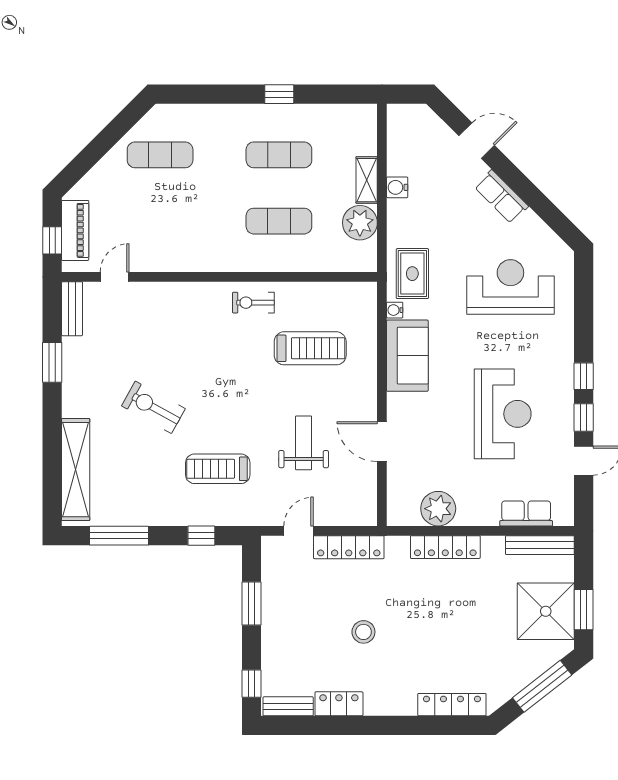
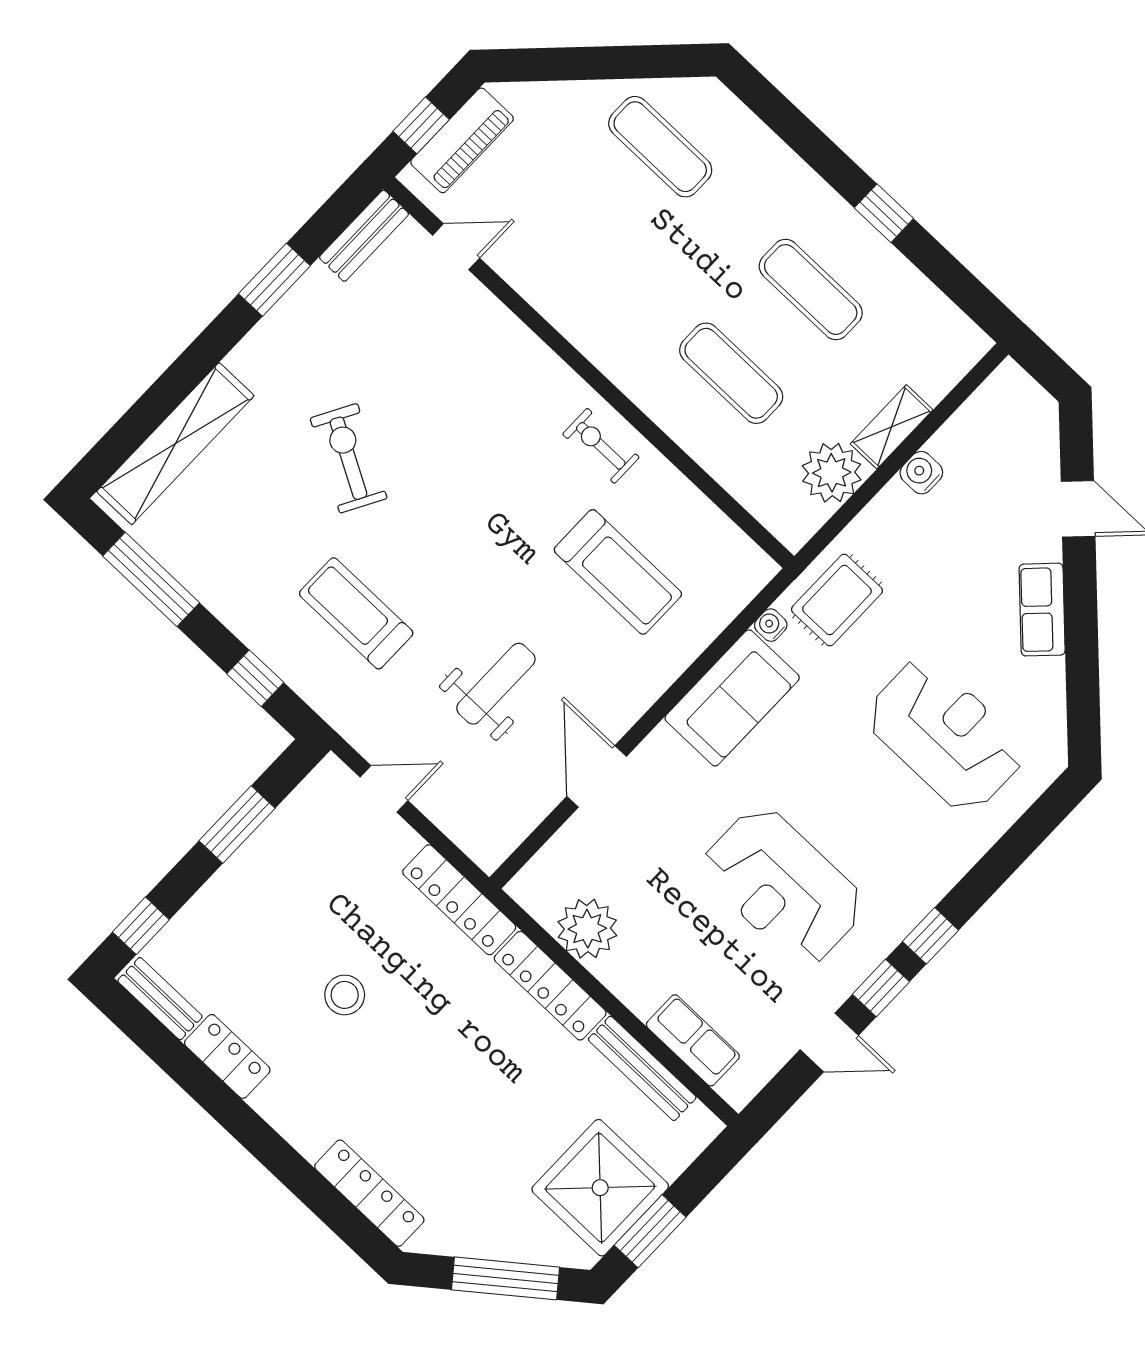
reception desk: (503, 414) -> (783, 886), turned 90
bench: (540, 545) -> (642, 1068), moved
locker: (349, 547) -> (459, 900), moved

